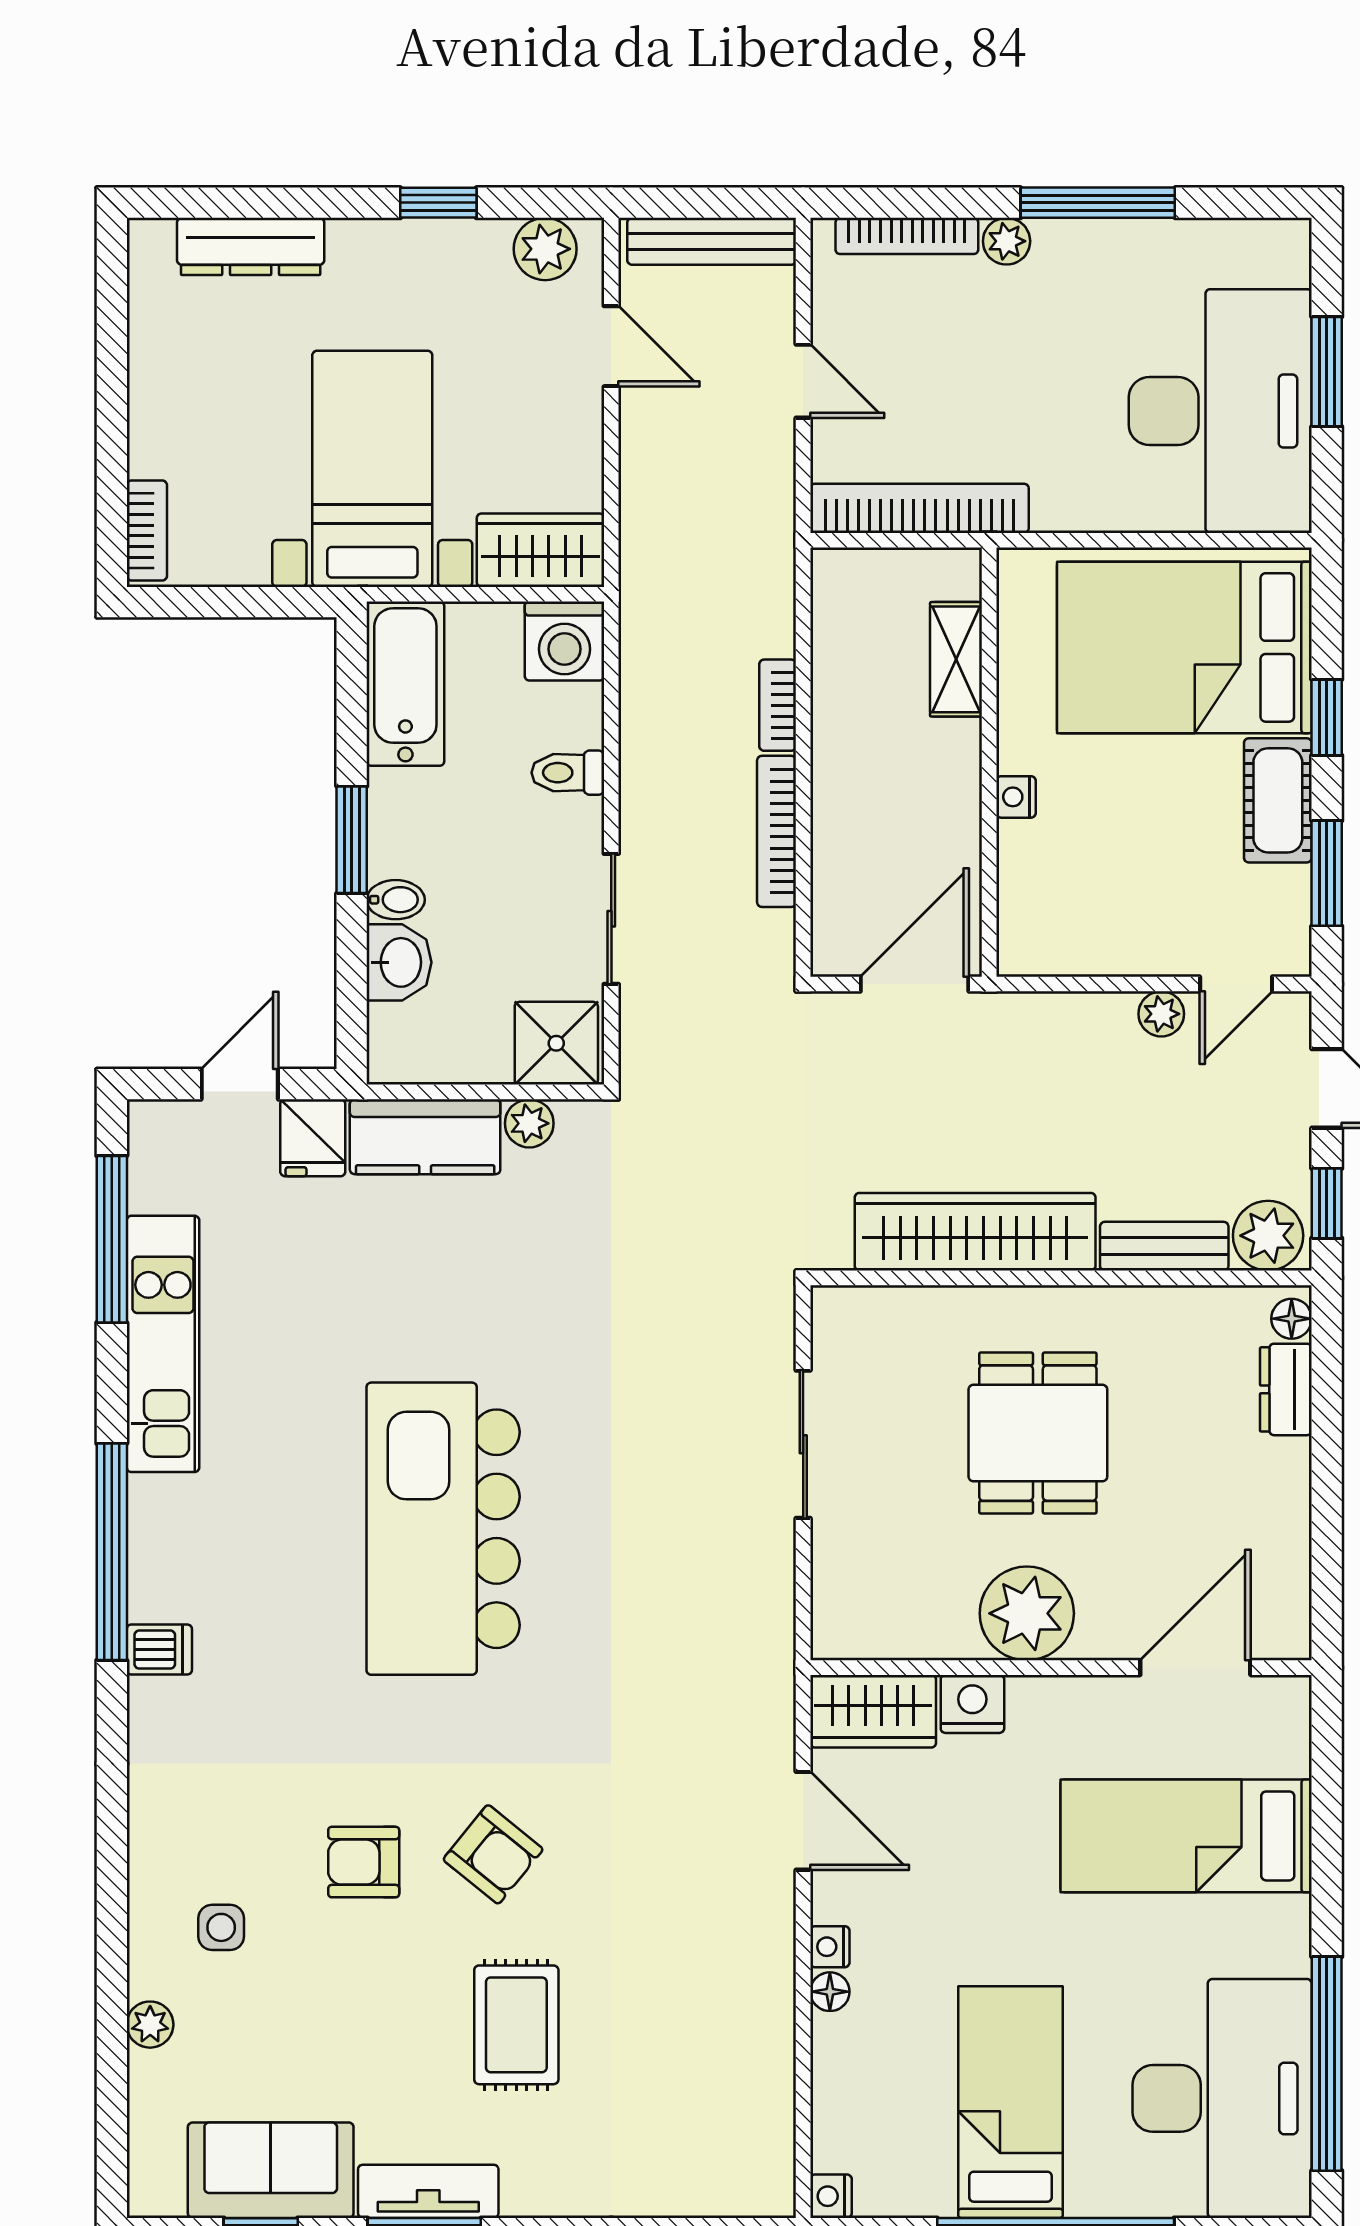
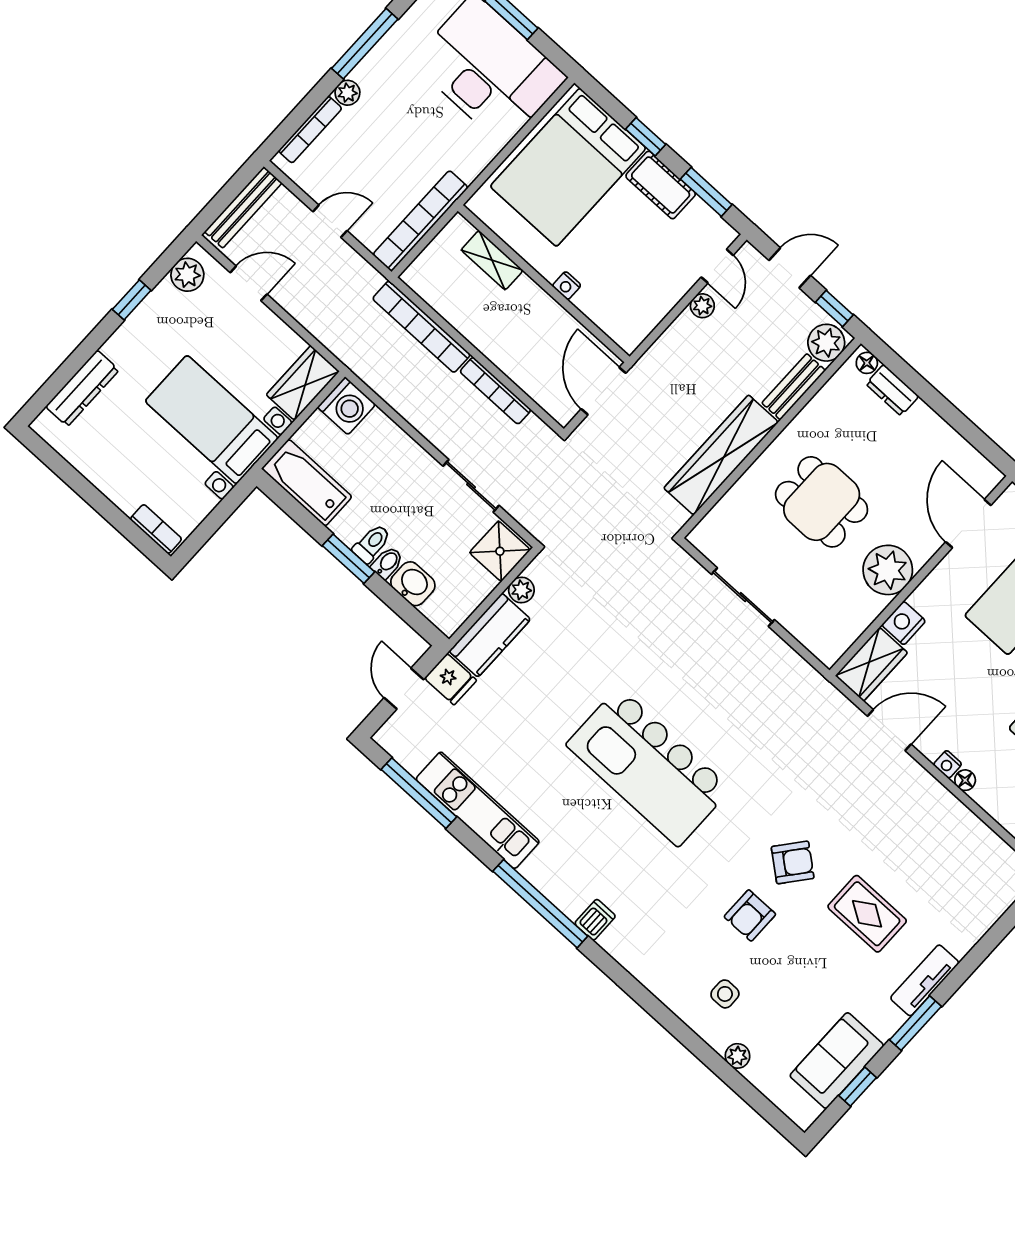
bookcase: (778, 705) -> (421, 327), width x2.31, depth x1.31
toilet: (568, 773) -> (372, 544), moved, turned 180
tv unit: (428, 2191) -> (925, 980), moved

